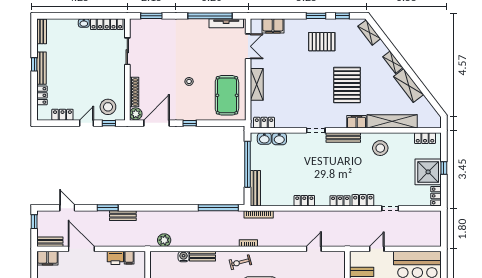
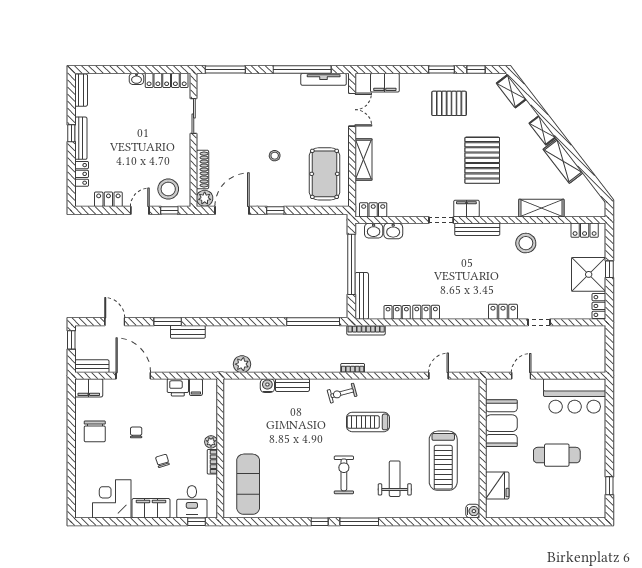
window: (151, 16) -> (225, 69), width x1.44
shelving: (392, 121) -> (541, 208), width x0.68
filing cabinet: (357, 122) -> (466, 209), moved
locker: (340, 201) -> (397, 312), moved

